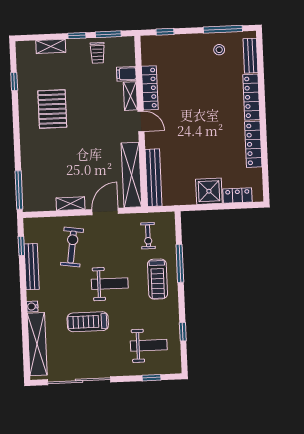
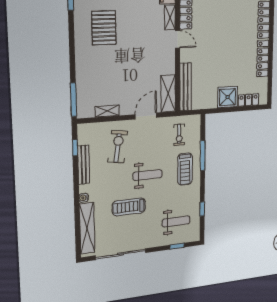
shelving: (131, 175) -> (168, 93), width x0.68
shelving: (70, 204) -> (107, 111), moved

